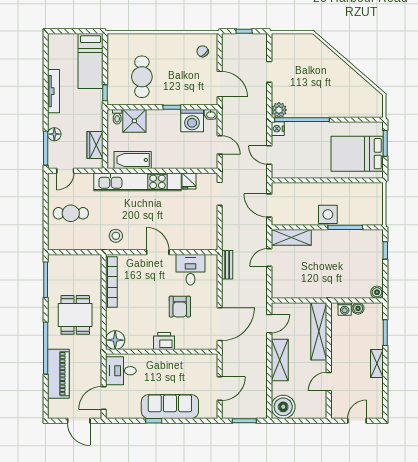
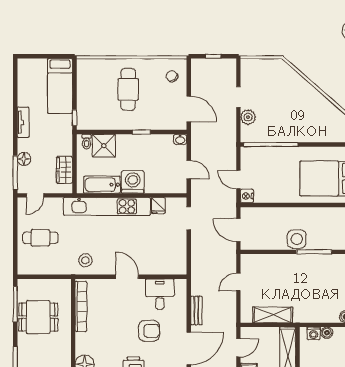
cafe table: (142, 77) -> (128, 89), moved
tv unit: (54, 91) -> (23, 122), width x0.71
plant: (279, 110) -> (248, 117), moved
washing machine: (192, 121) -> (133, 182), moved, turned 180
nightstand: (278, 129) -> (247, 196), moved
shelving: (291, 237) -> (273, 315), moved
bench: (227, 265) -> (196, 311), moved
armchair: (180, 307) -> (149, 331), turned -90
dining table: (75, 315) -> (38, 317), moved, turned 90

